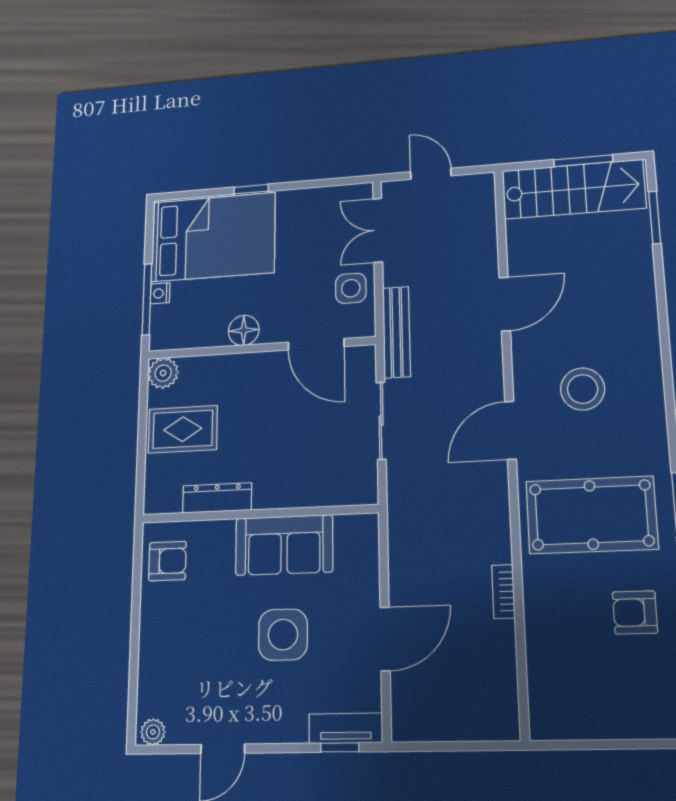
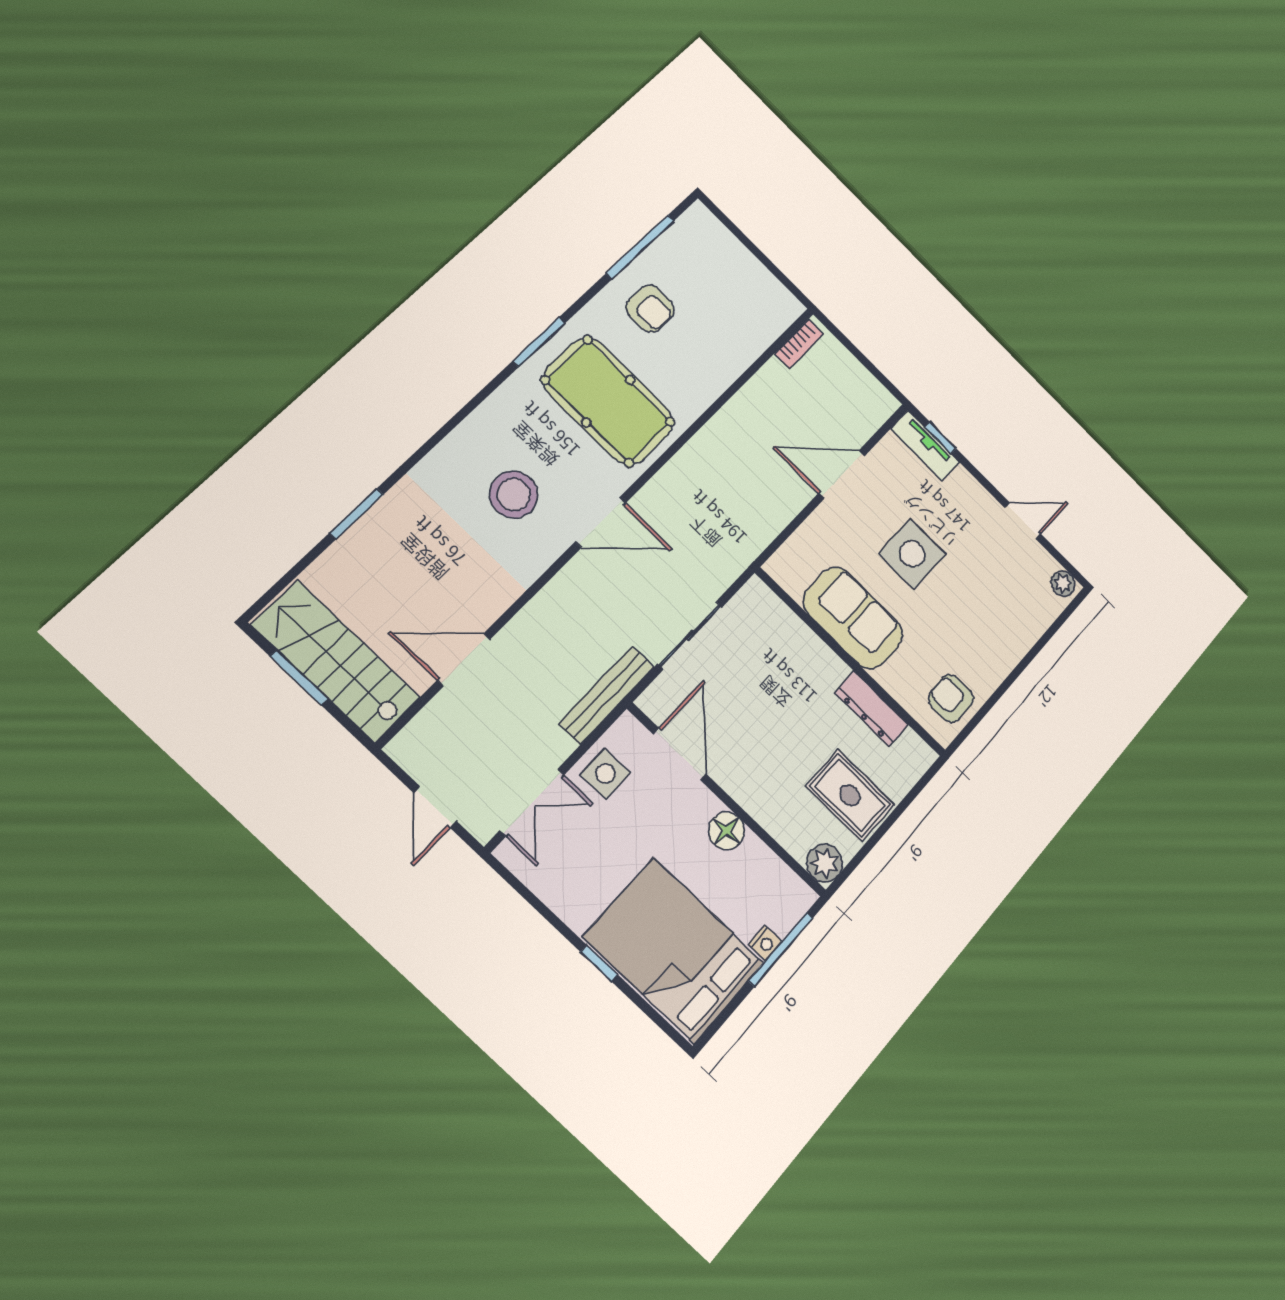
window: (655, 217) -> (356, 514), moved
door: (505, 304) -> (464, 660), moved
bookcase: (503, 591) -> (799, 344), moved

